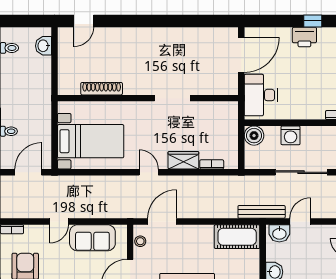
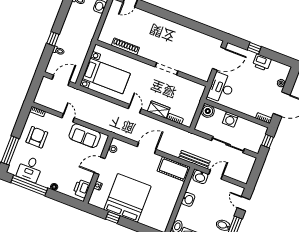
window: (313, 21) -> (254, 48), moved
door: (59, 222) -> (68, 118), swing flipped
door: (162, 222) -> (147, 148), moved

